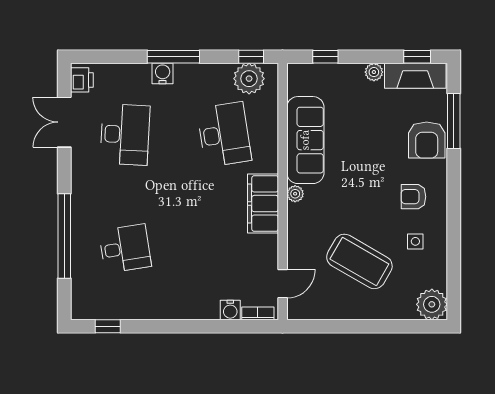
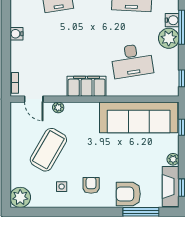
plant: (249, 79) -> (169, 38), moved
sofa: (305, 140) -> (139, 117), width x1.36, depth x1.27
plant: (295, 194) -> (58, 107), moved
water cooler: (230, 310) -> (16, 34), moved

